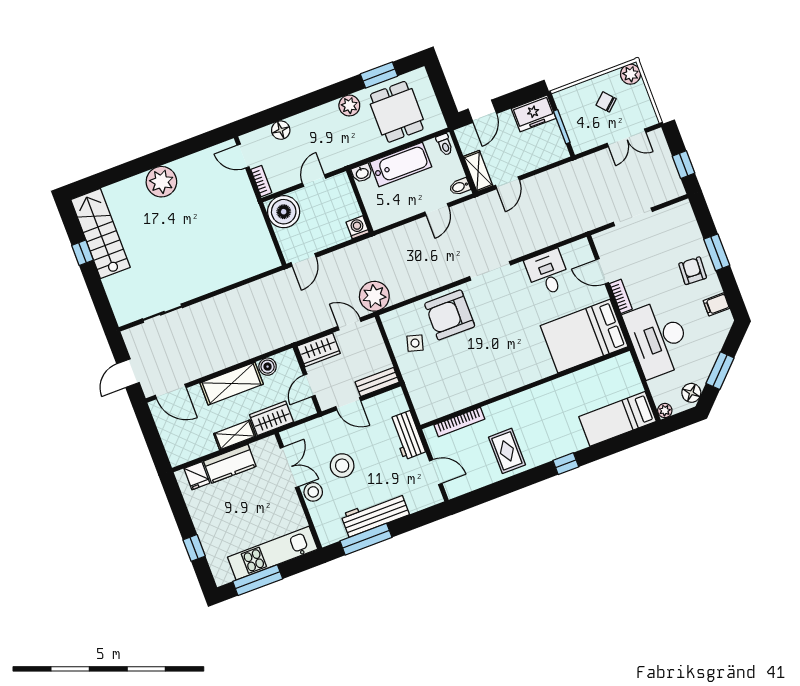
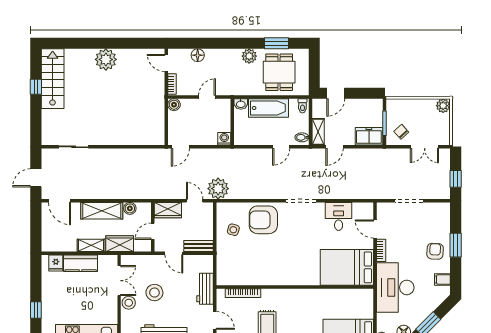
chair: (606, 102) -> (401, 132), moved
freezer: (534, 113) -> (369, 136), moved, turned 180
boiler: (284, 212) -> (174, 105), width x0.54, depth x0.54

